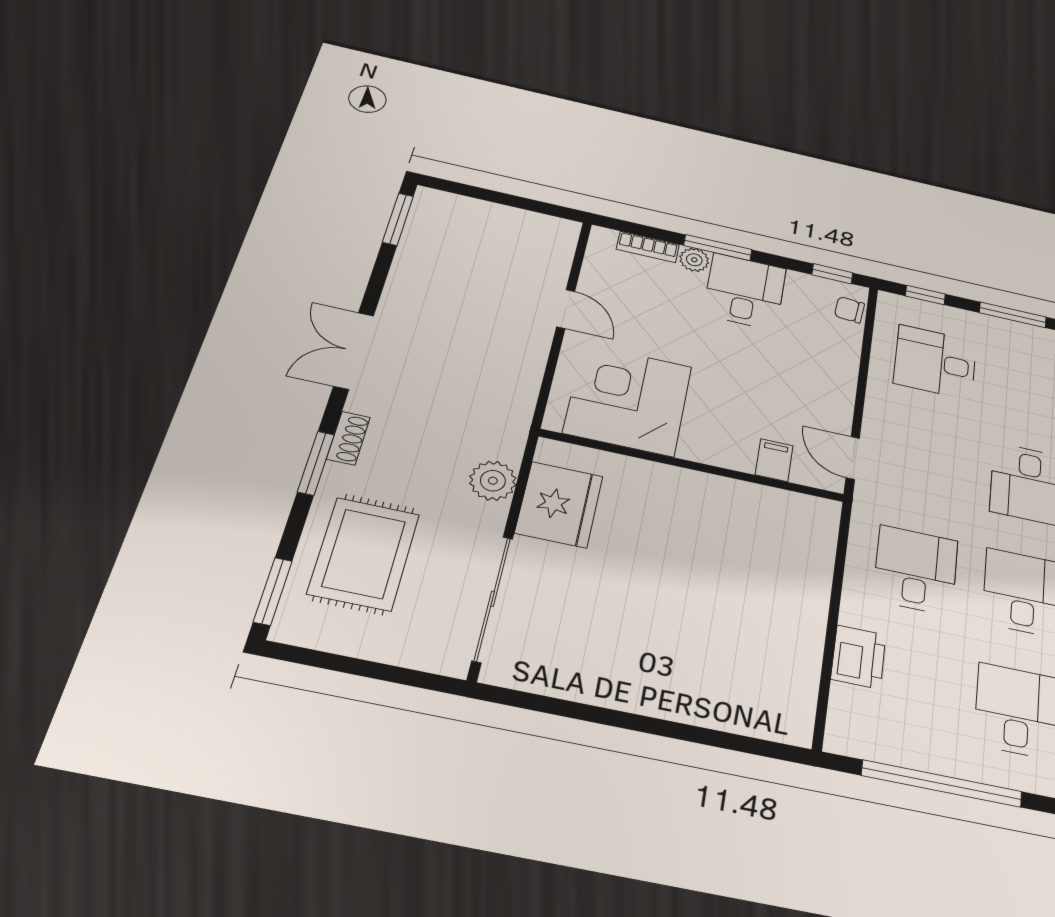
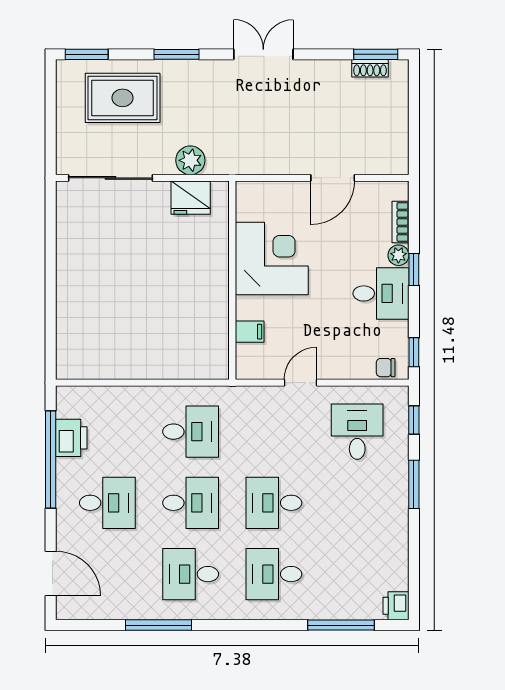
window: (718, 248) -> (414, 270), width x0.67
door: (566, 309) -> (333, 178), width x1.37
chair: (849, 310) -> (386, 368), turned -95
corner desk: (628, 400) -> (272, 259), moved
shoe rack: (348, 438) -> (370, 68), moved
door: (853, 458) -> (300, 383), moved
fridge: (559, 504) -> (191, 198), width x0.73, depth x0.75
printer: (858, 657) -> (71, 438), moved, turned -90

